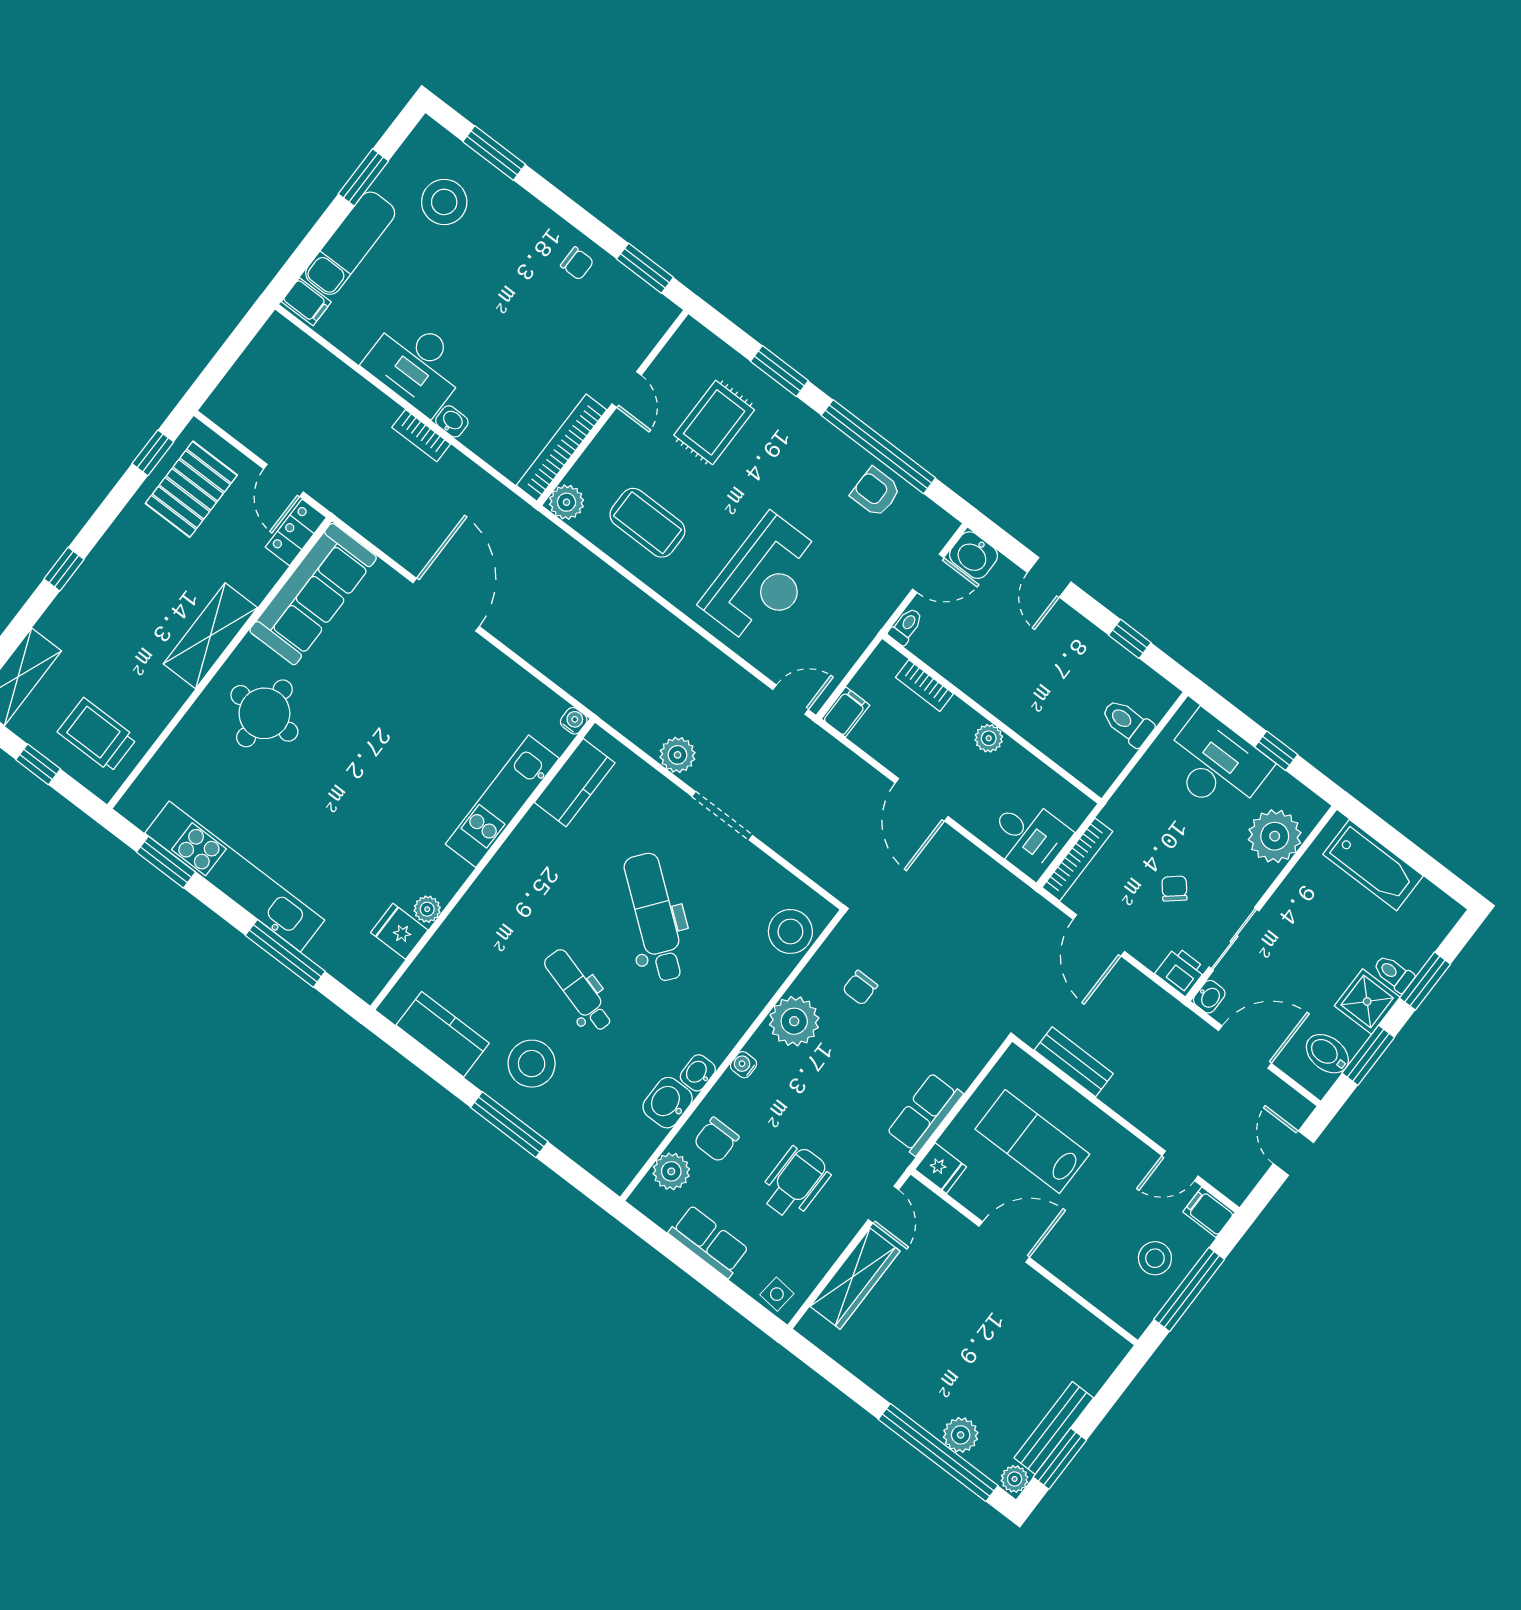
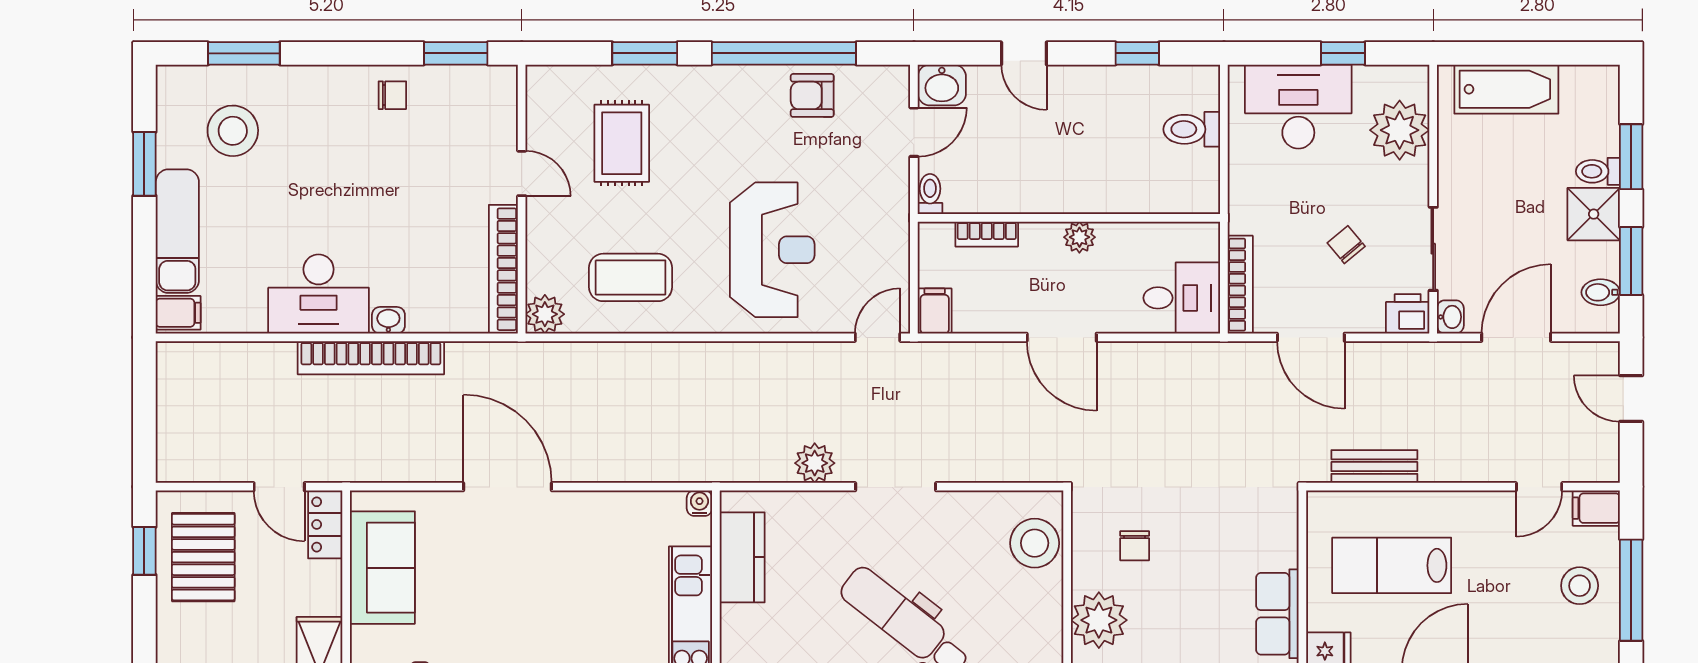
bookcase: (421, 436) -> (371, 358), width x2.31, depth x1.31
sofa: (313, 594) -> (382, 568), width x0.73
bidet: (1327, 1054) -> (1601, 292), width x0.72, depth x0.74

